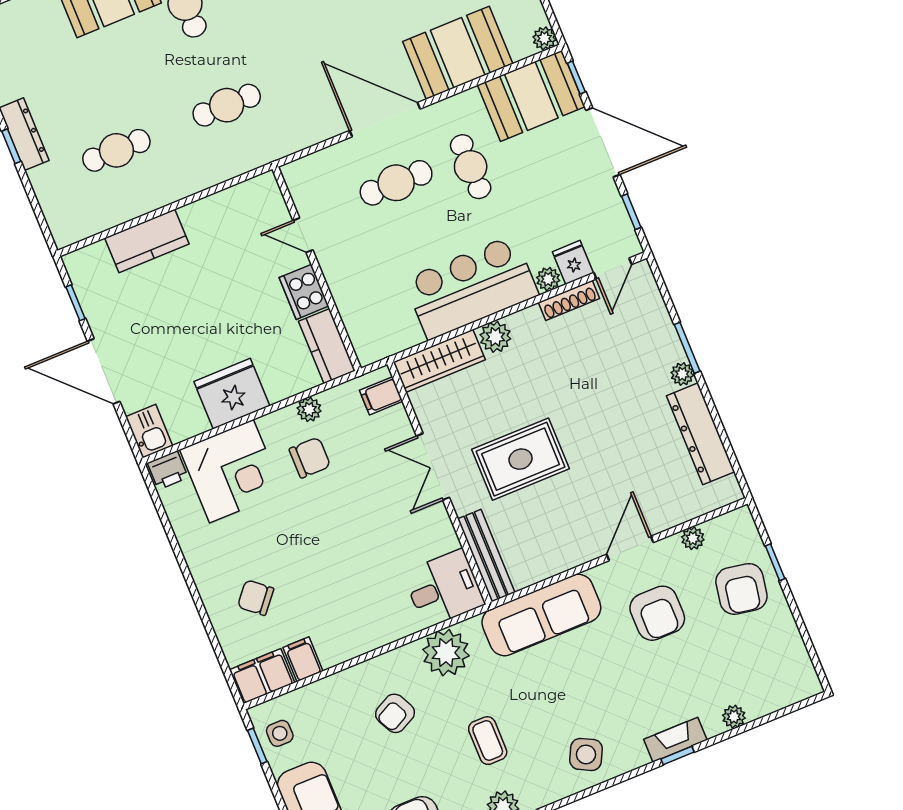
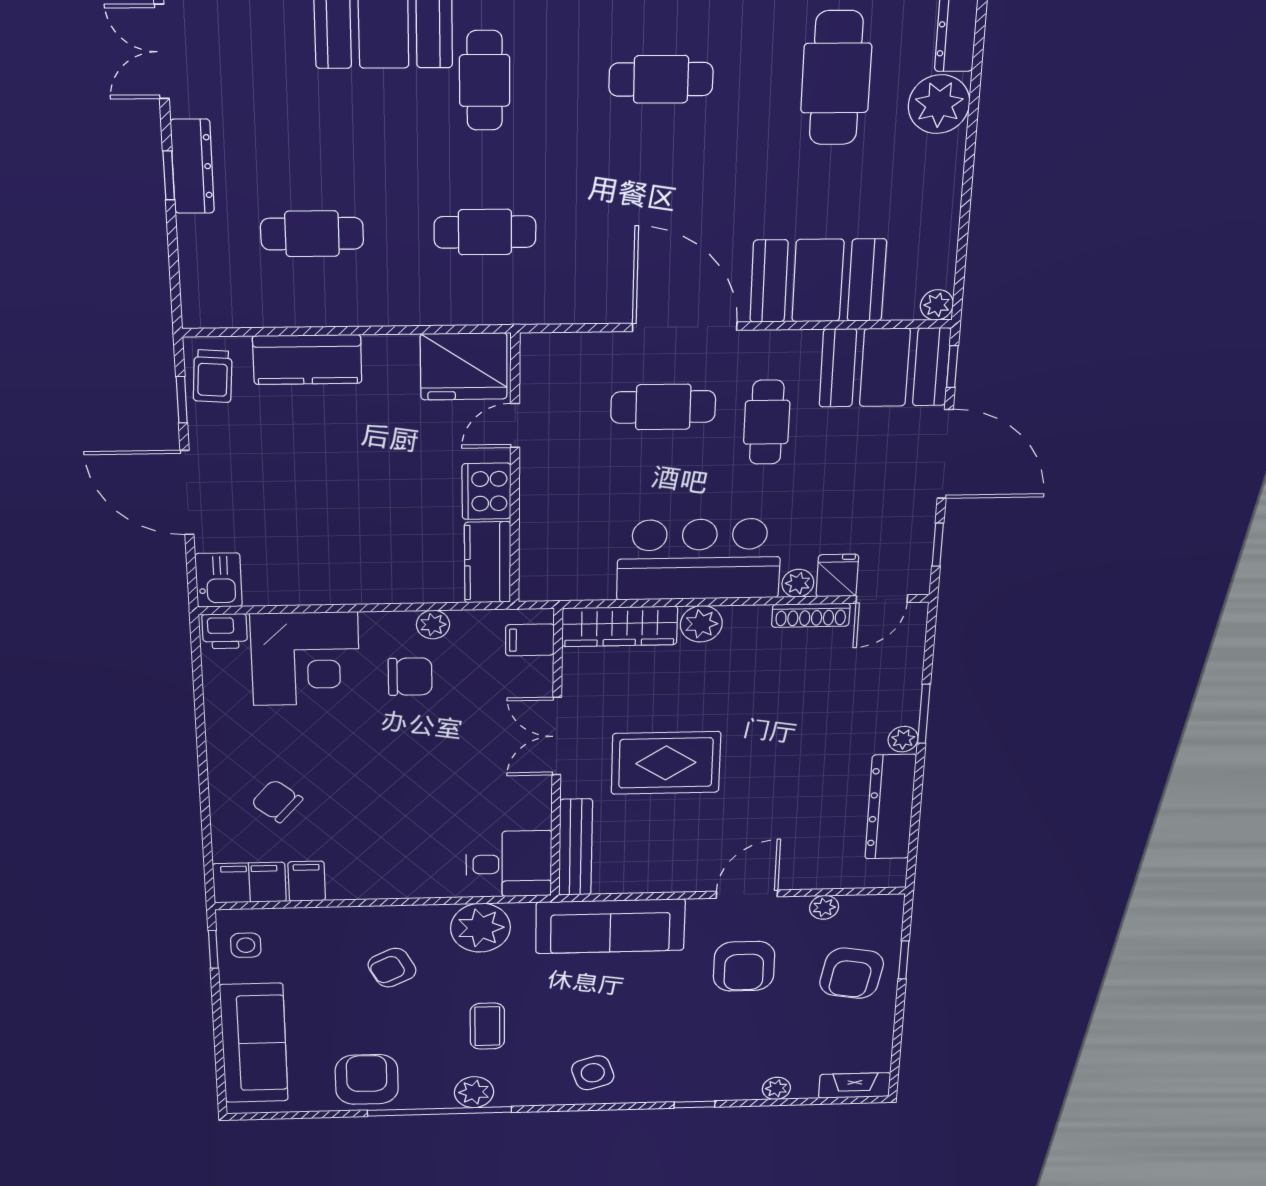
door: (303, 235) -> (515, 425), hinge flipped
trolley: (90, 277) -> (213, 376), added
fridge: (232, 394) -> (464, 366), moved, turned 180
fireplace: (675, 740) -> (855, 1085), moved
side table: (586, 754) -> (593, 1073), turned 45

